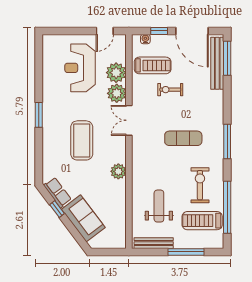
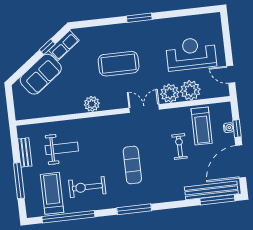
water cooler: (145, 39) -> (229, 128), moved
exercise bike: (200, 185) -> (87, 187), turned 180
bench: (154, 243) -> (25, 152), width x0.73

